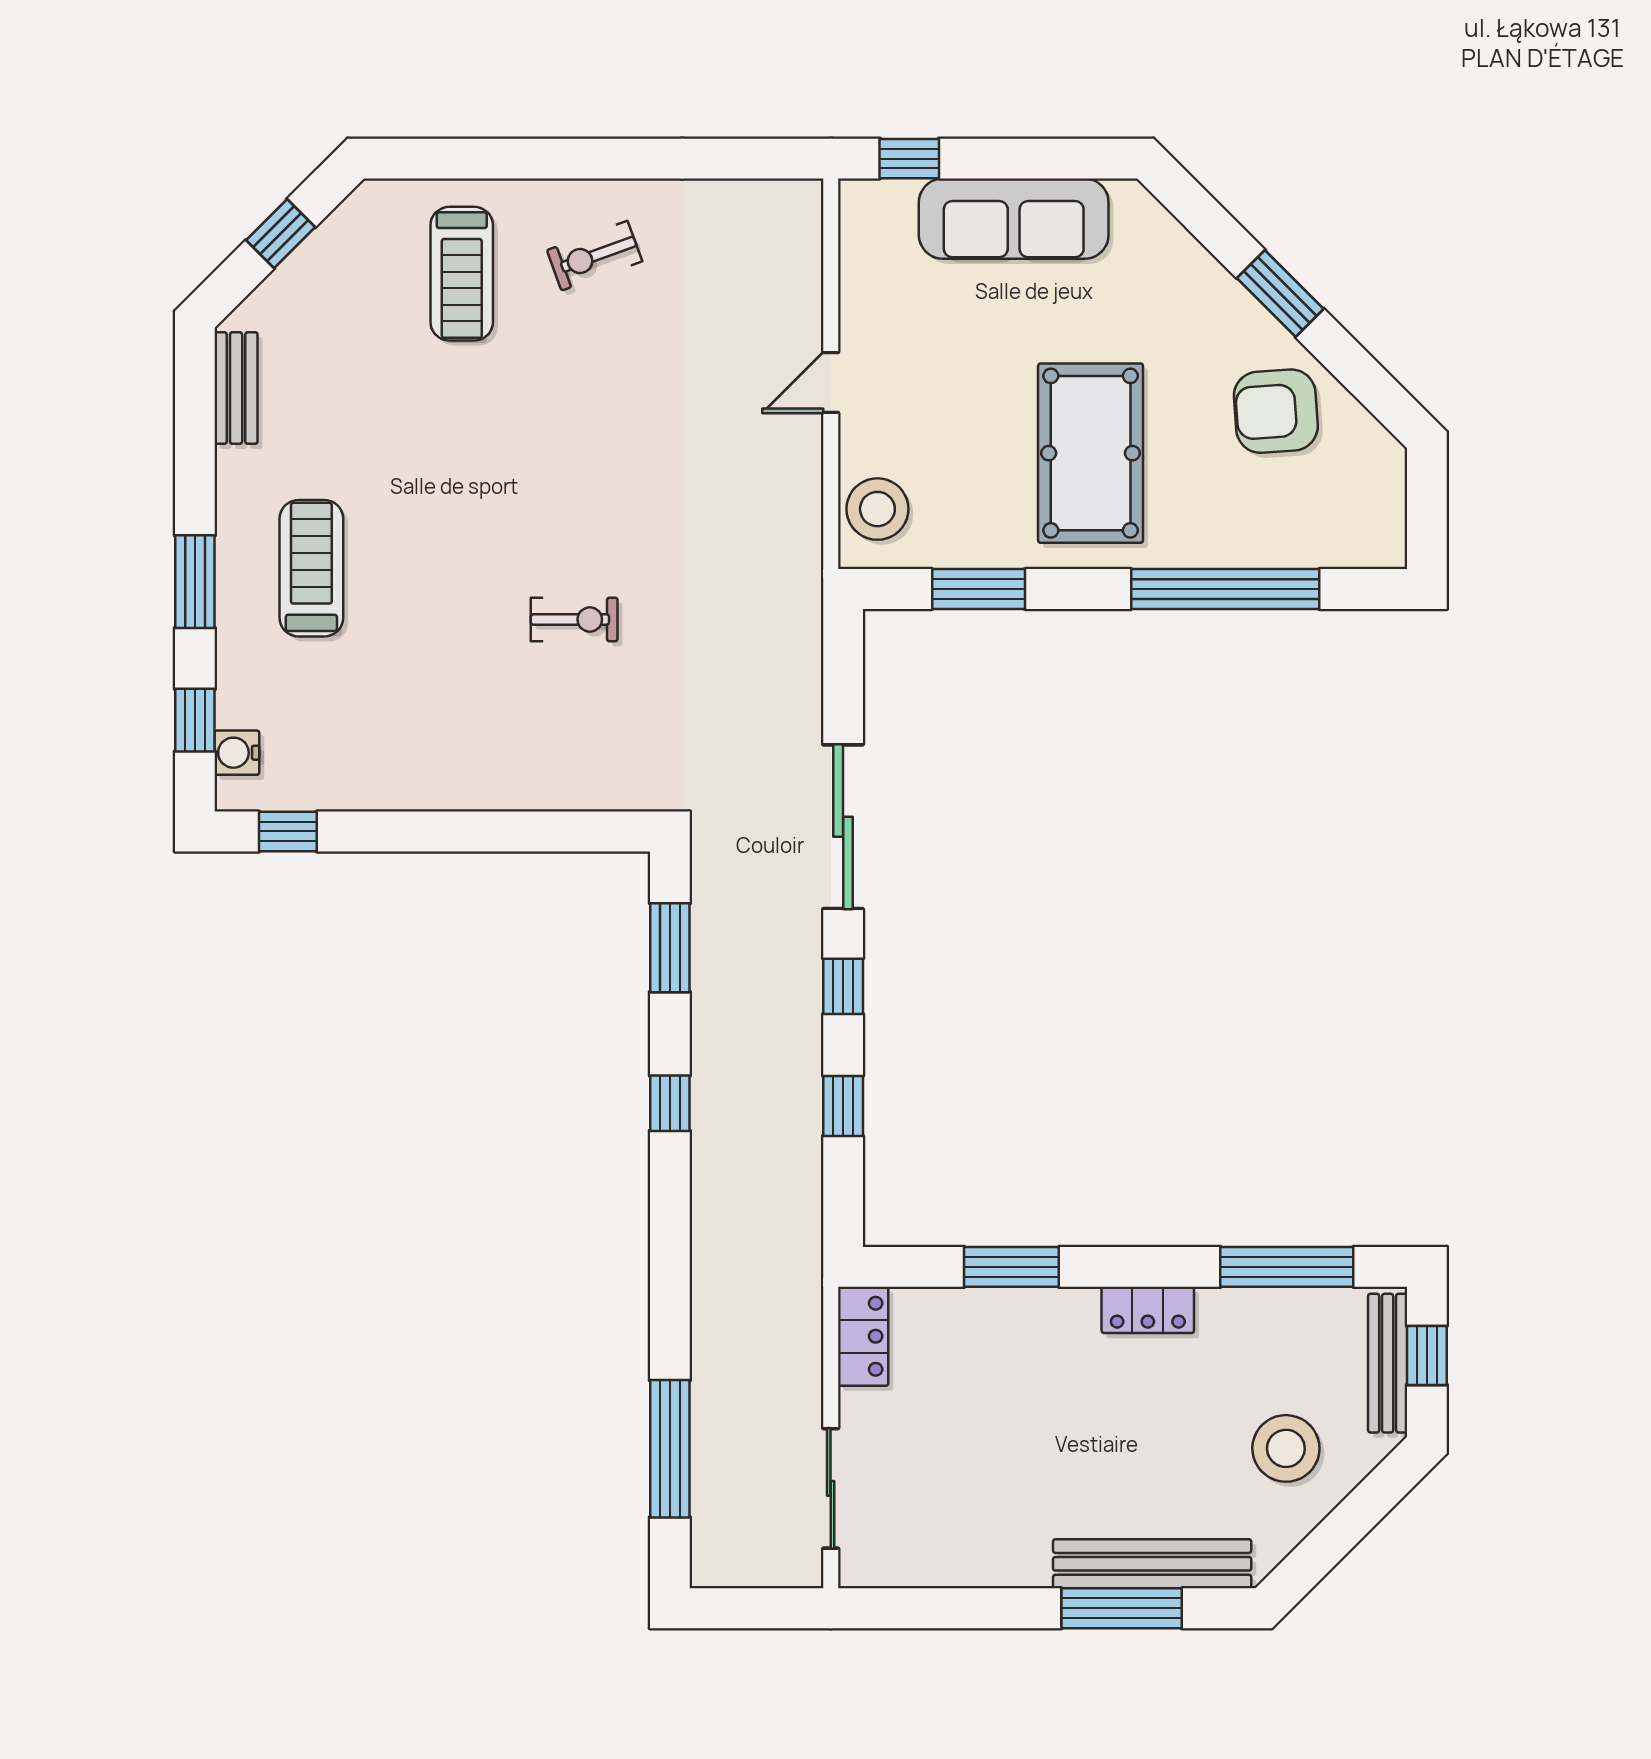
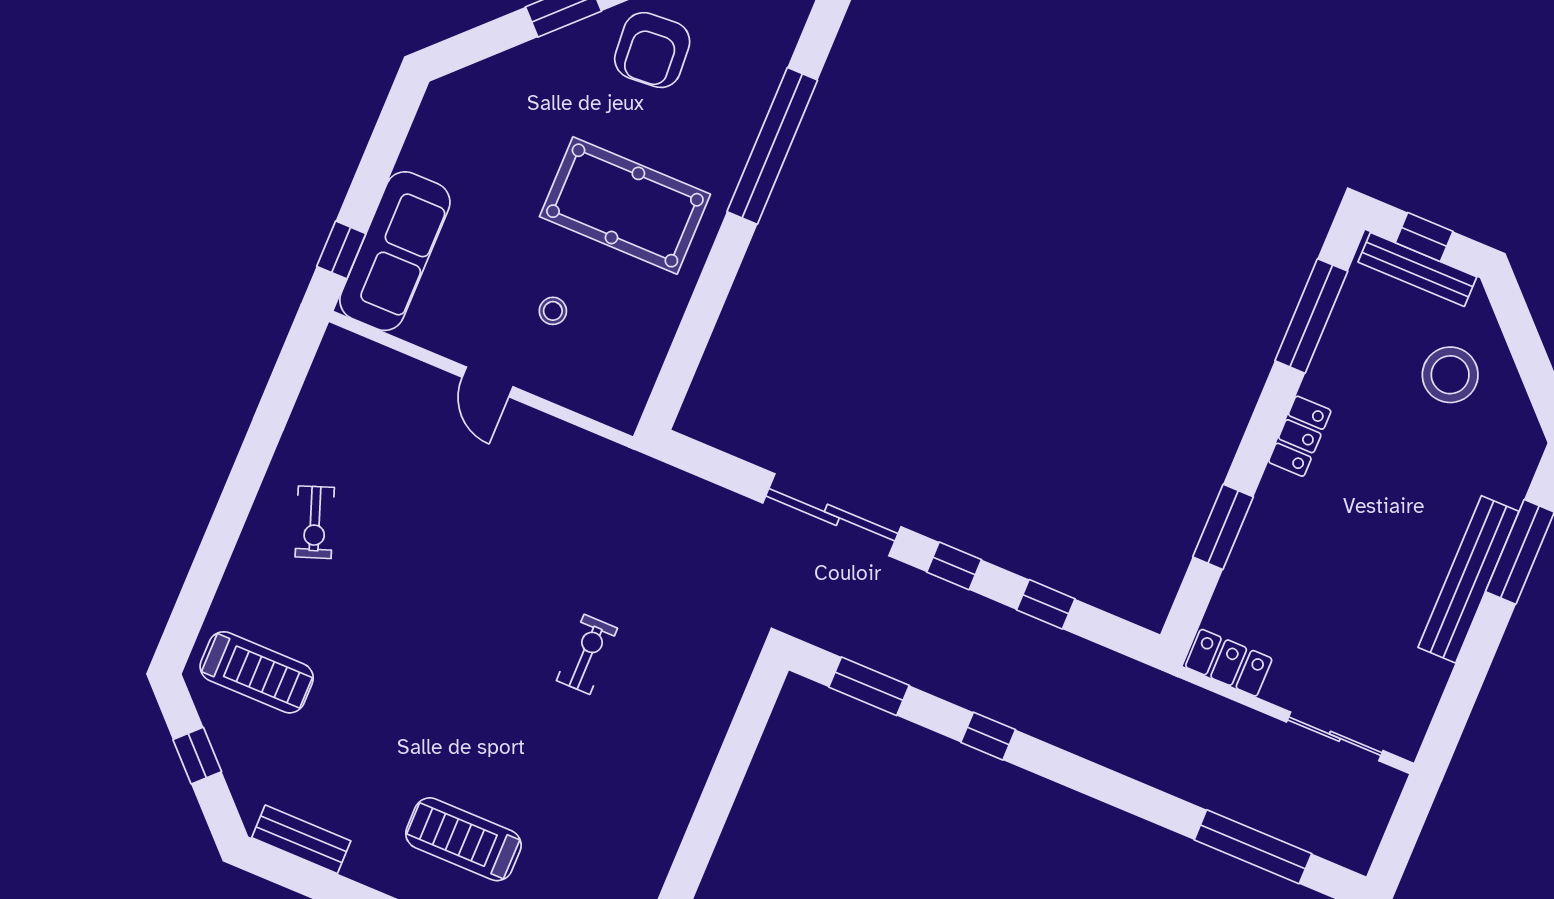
sofa: (1014, 219) -> (395, 251), moved
treadmill: (462, 274) -> (257, 672), moved
stool: (877, 509) -> (553, 311), moved, width x0.53, depth x0.53
window: (979, 589) -> (693, 335), removed
bench: (1152, 1564) -> (1468, 579), moved

